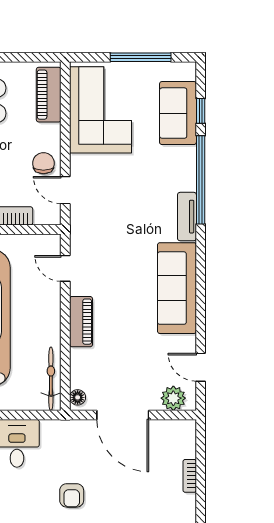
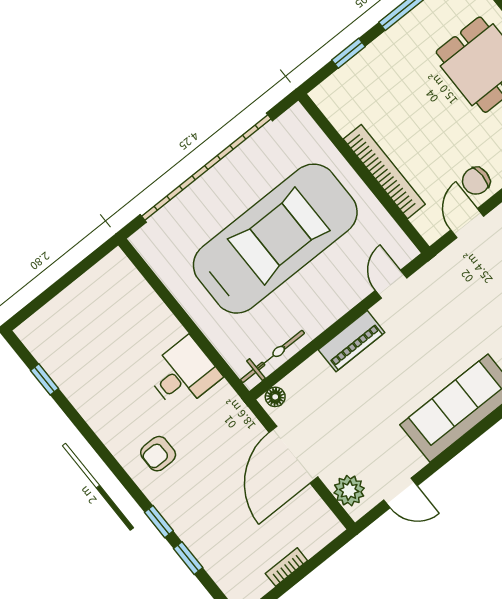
chair: (43, 163) -> (476, 181), turned 180
door: (201, 367) -> (401, 493), swing flipped
armchair: (72, 495) -> (158, 454), moved

